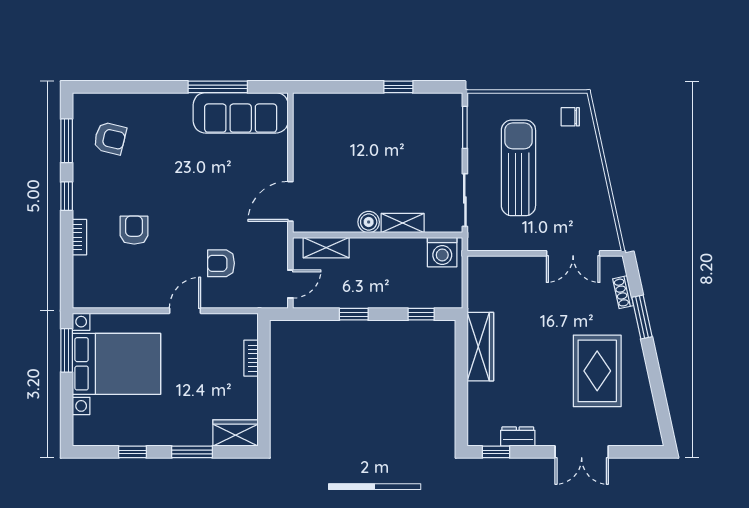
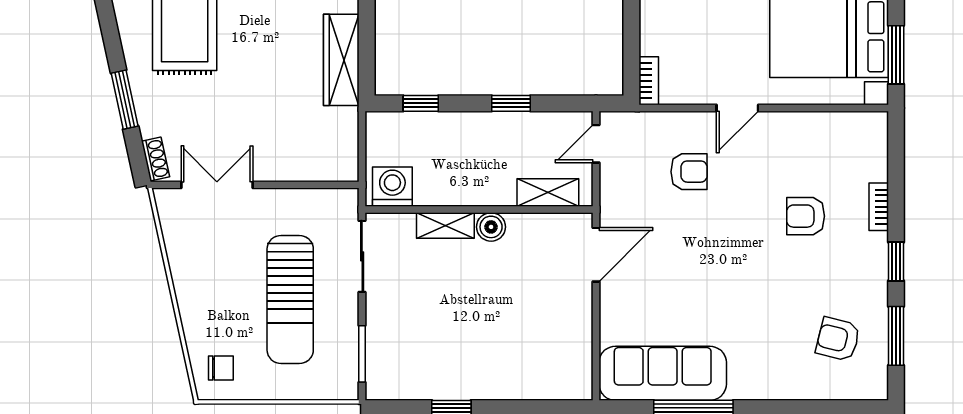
armchair: (134, 230) -> (806, 216), turned 90
shoe rack: (623, 292) -> (156, 159), moved
bookcase: (251, 358) -> (649, 81), moved

